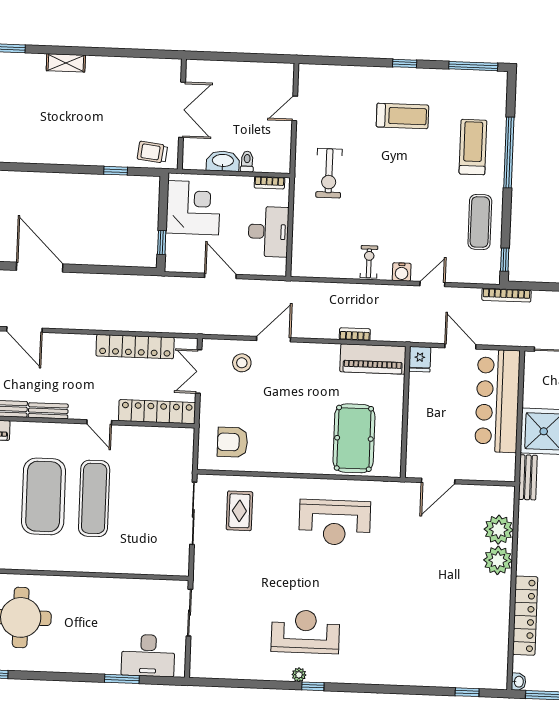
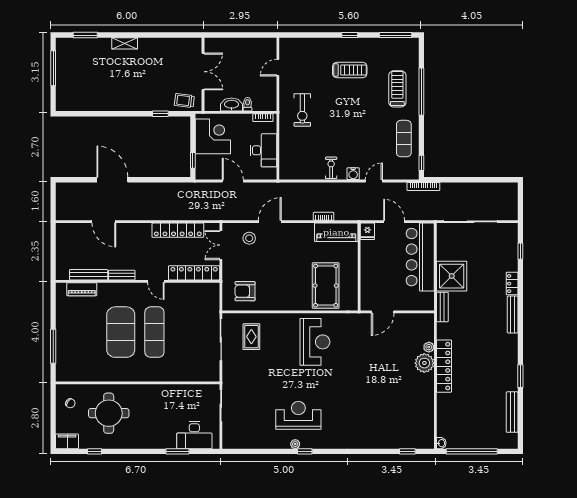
reception desk: (335, 522) -> (315, 342), turned -90
plant: (499, 530) -> (429, 347), width x0.53, depth x0.53
locker: (525, 616) -> (444, 366), moved

